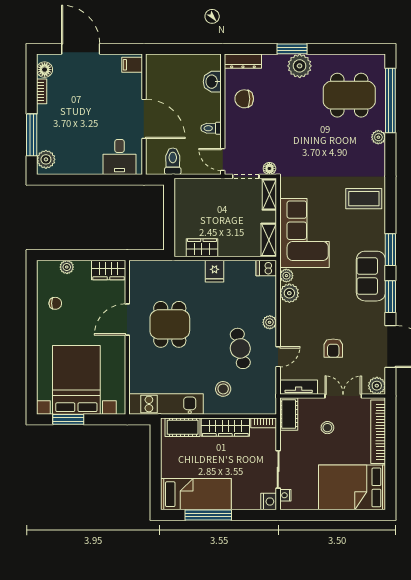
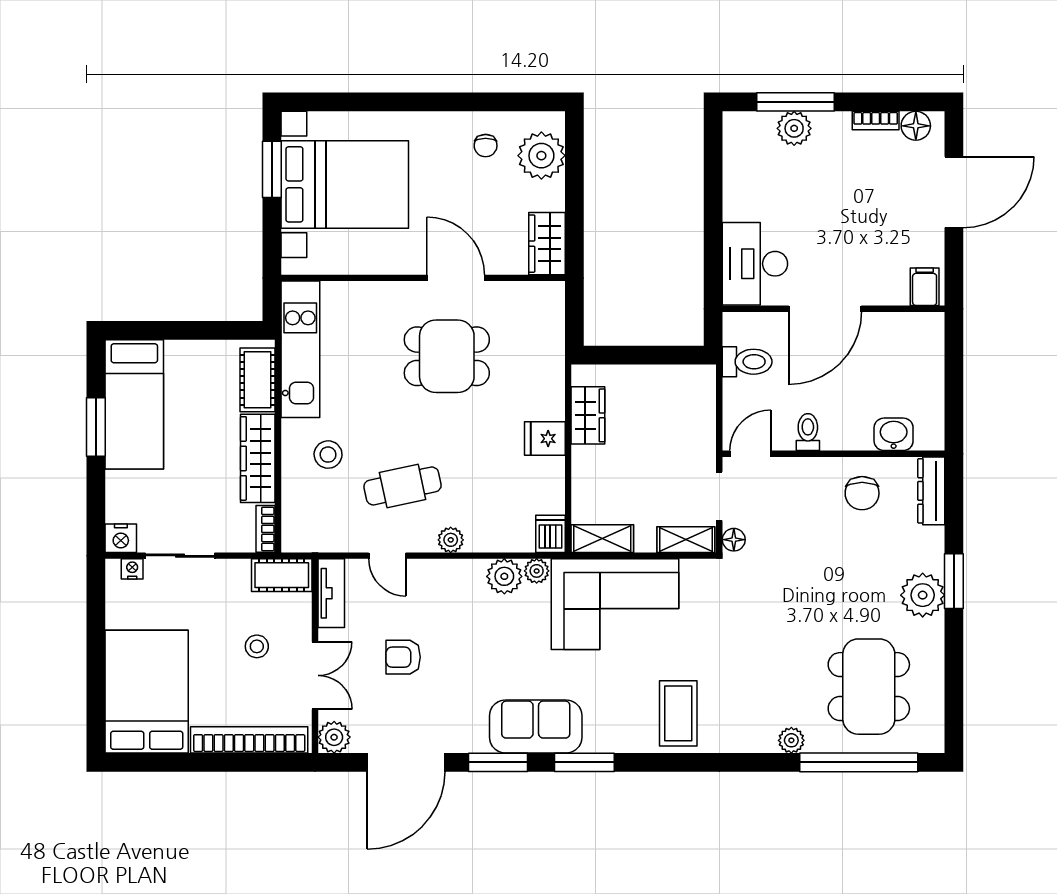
chair: (244, 99) -> (862, 493), turned 180
desk: (119, 157) -> (755, 264), width x1.37
plant: (46, 159) -> (794, 128), moved
plant: (67, 267) -> (541, 156), width x1.88, depth x1.88
window: (208, 515) -> (96, 427), width x0.69

